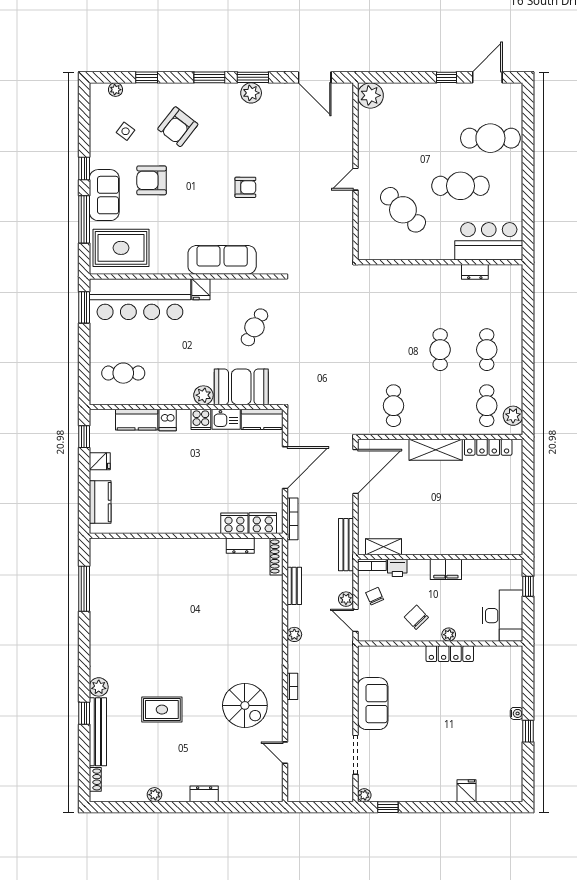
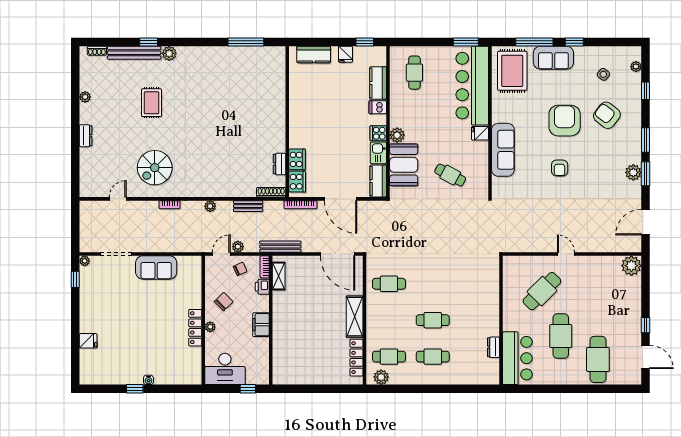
armchair: (152, 180) -> (565, 121), moved, width x1.36, depth x1.36

